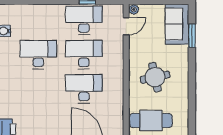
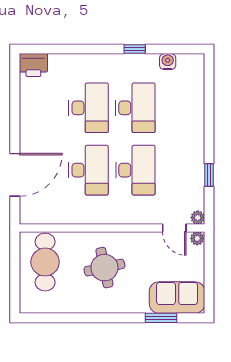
plant: (118, 9) -> (198, 218), added
desk: (84, 20) -> (89, 108), moved

